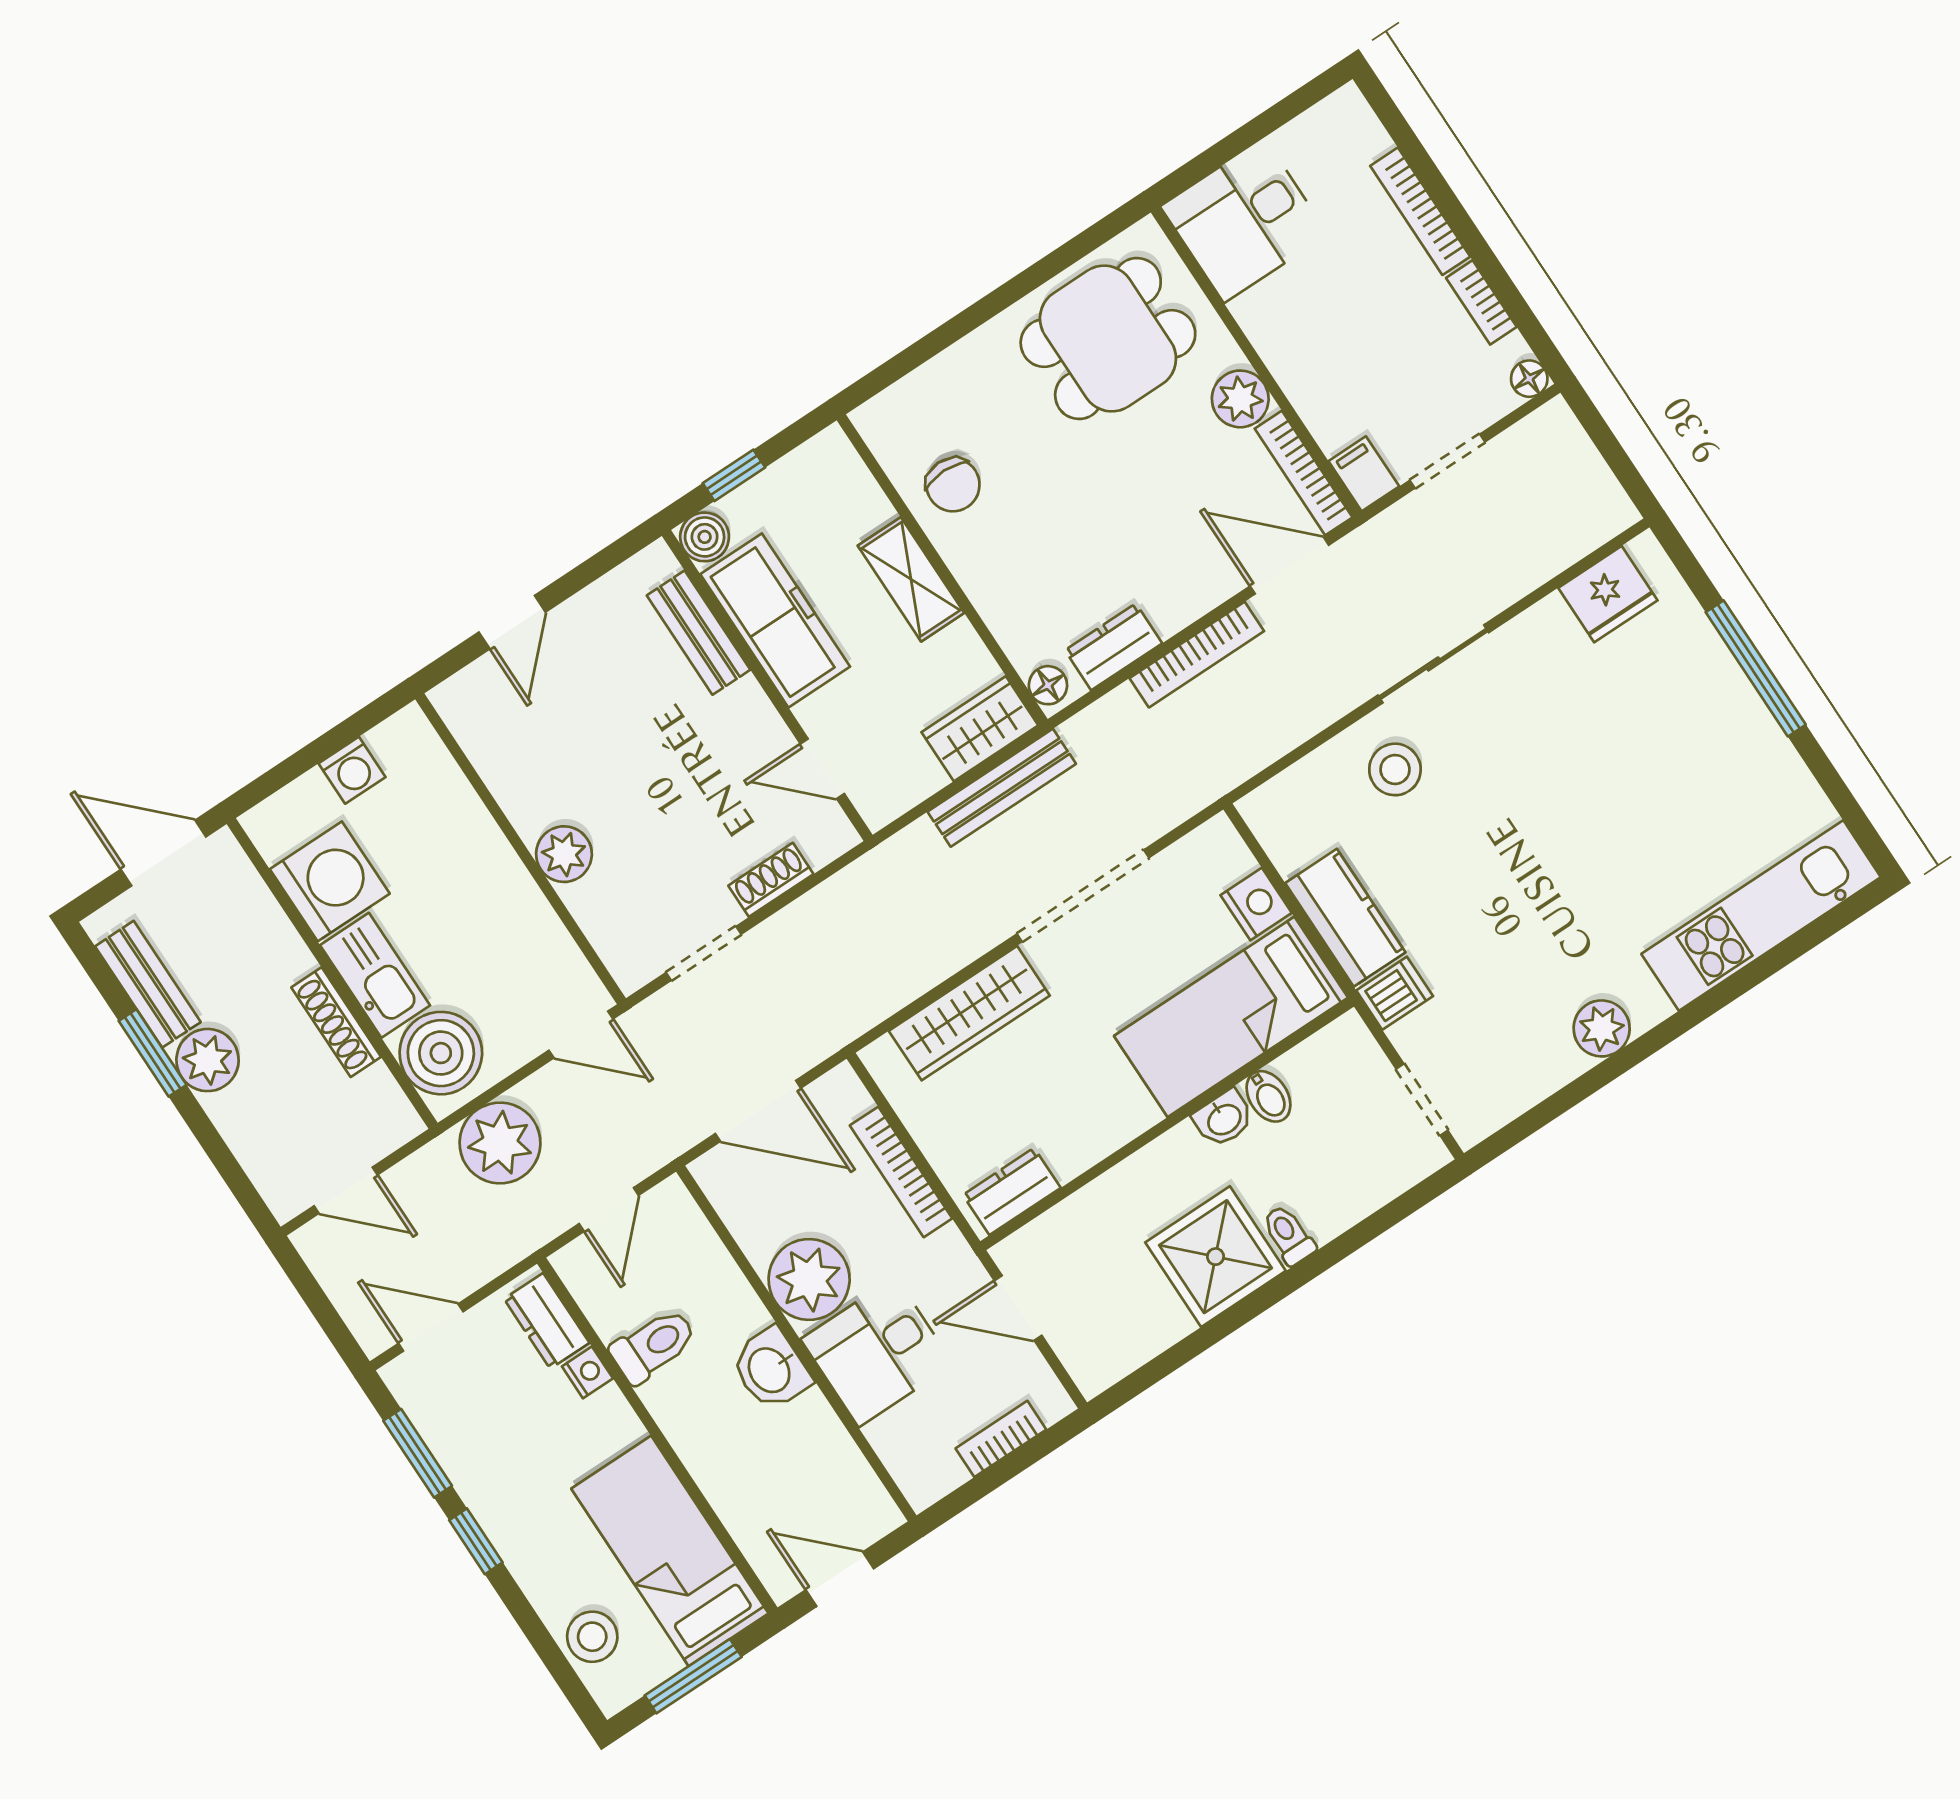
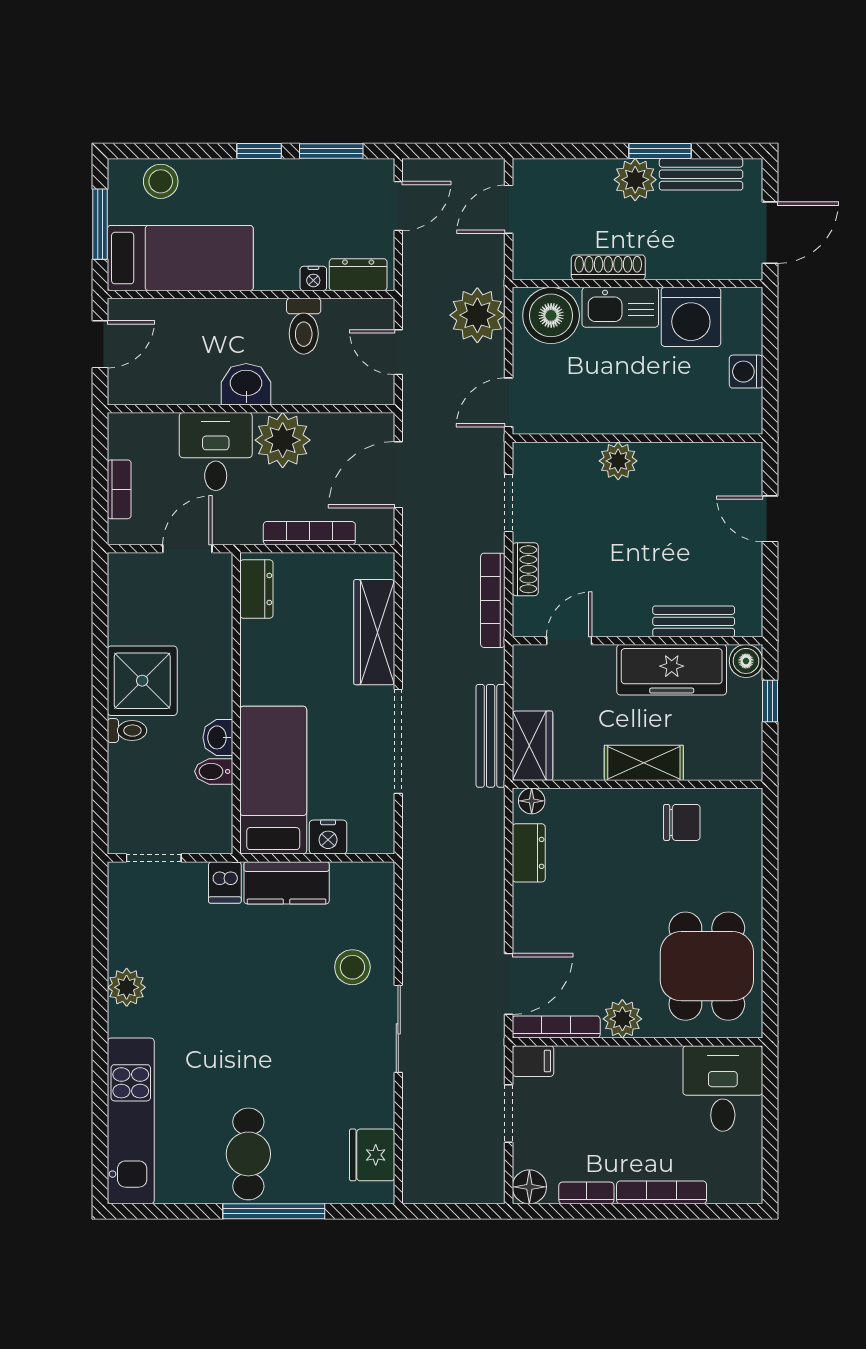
floor lamp: (1529, 379) -> (529, 1187), width x1.37, depth x1.37
chair: (953, 485) -> (682, 822), turned 180
bookcase: (1197, 655) -> (493, 600), moved
cafe table: (1706, 746) -> (248, 1154), added

